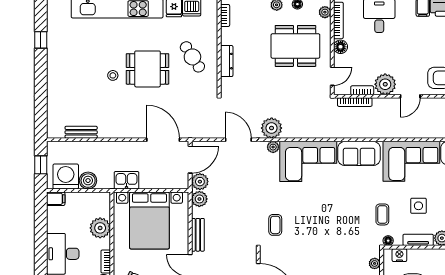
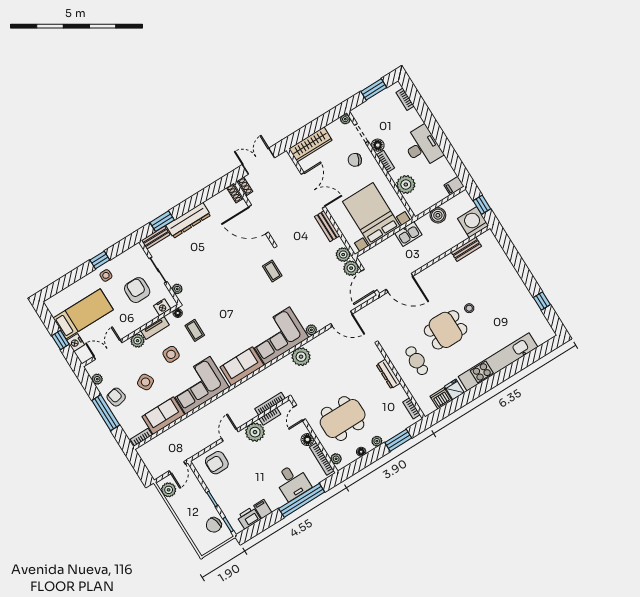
cafe table: (192, 57) -> (417, 361), turned 33
plant: (272, 128) -> (301, 357), moved
washing machine: (66, 176) -> (473, 222), moved, turned 180

